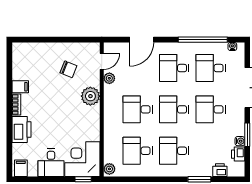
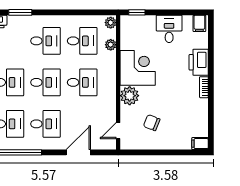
plant: (109, 78) -> (111, 45), moved
filing cabinet: (20, 87) -> (200, 144), moved
corner desk: (82, 159) -> (138, 68), moved, turned -90

